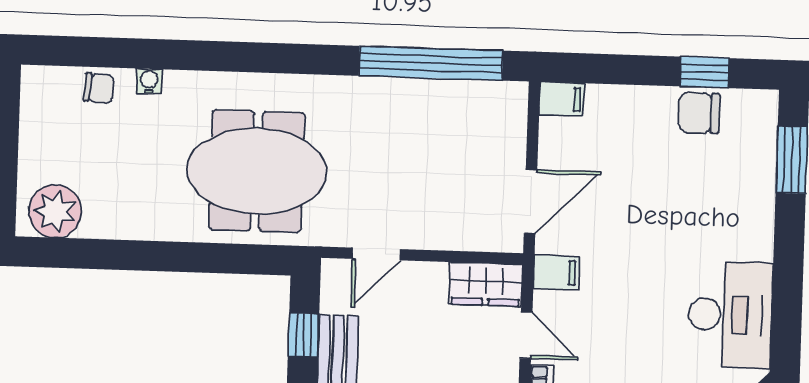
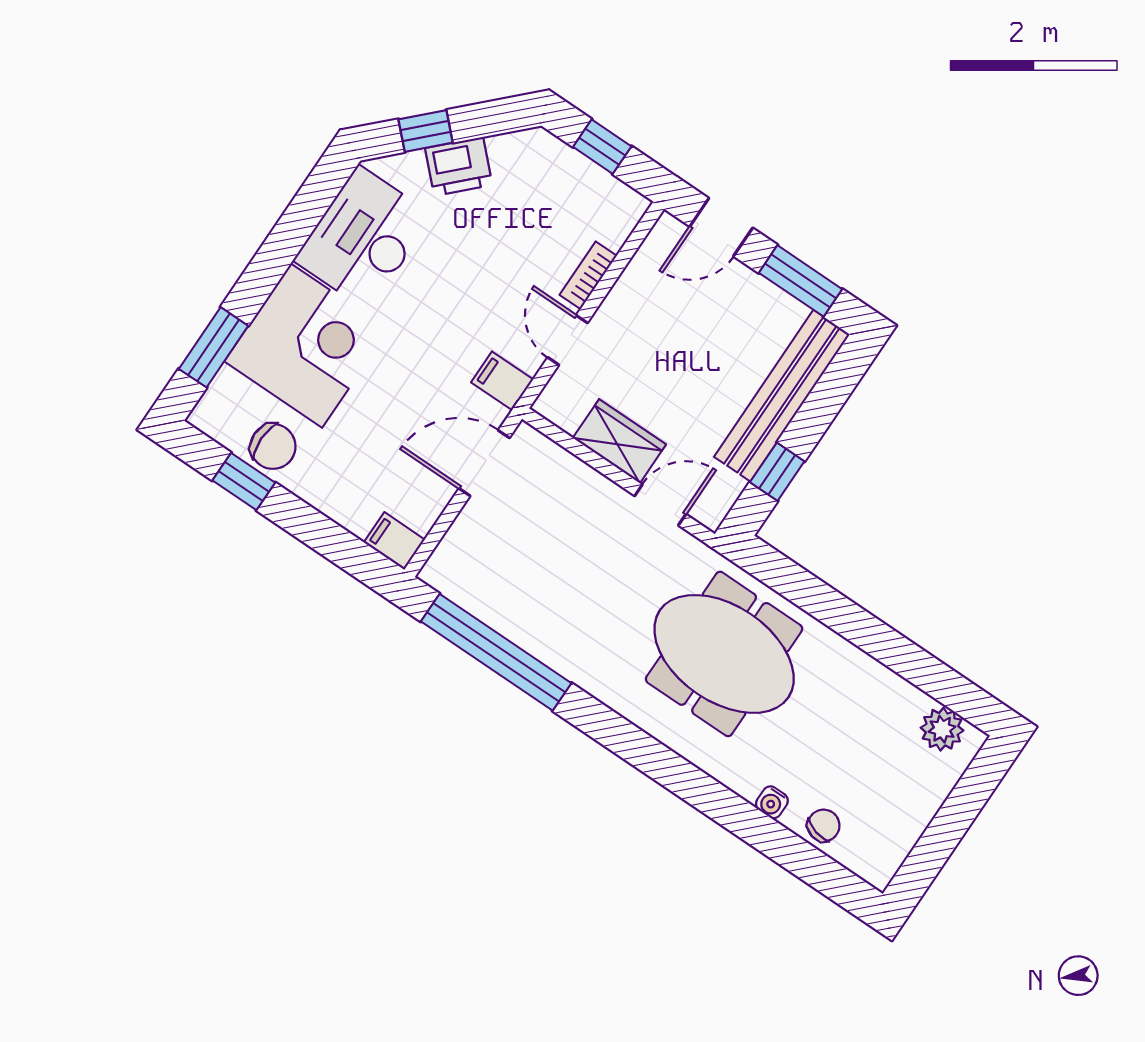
chair: (99, 88) -> (824, 826), turned 100
corner desk: (722, 206) -> (306, 346), added
plant: (55, 211) -> (942, 729), width x0.73, depth x0.73
wardrobe: (486, 284) -> (619, 441), moved

